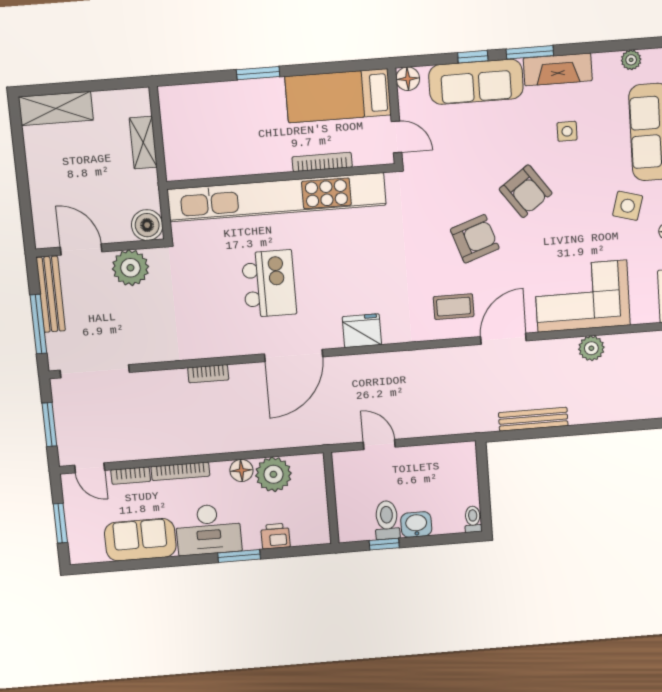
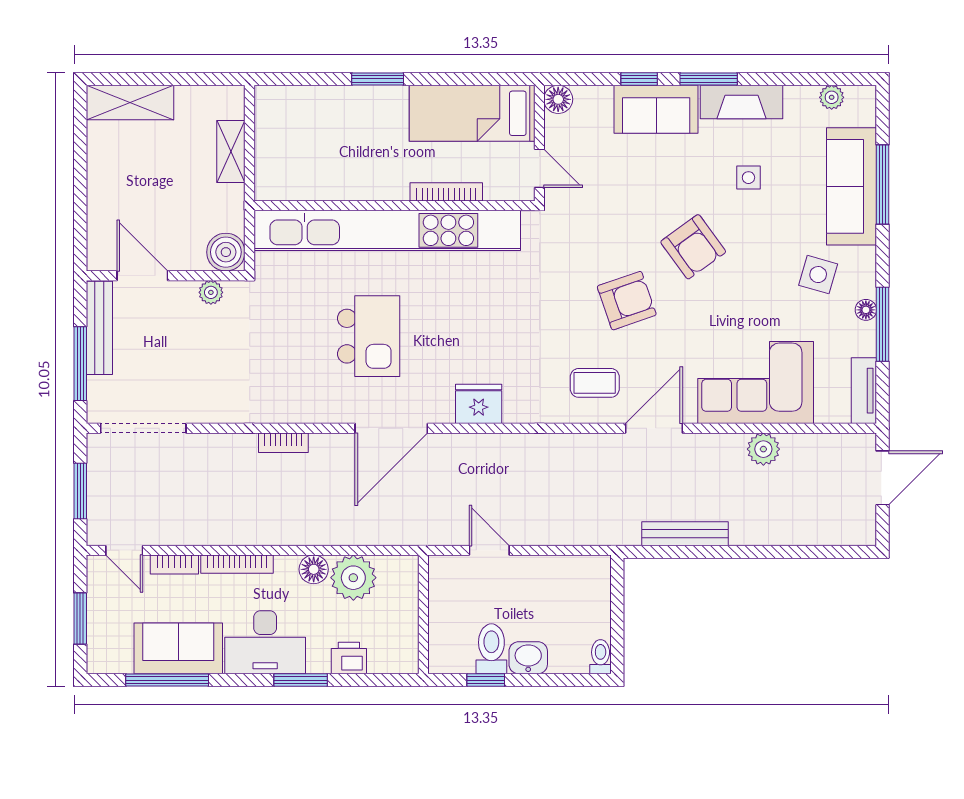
sofa: (476, 82) -> (656, 109), width x0.73
plant: (130, 268) -> (211, 292), width x0.53, depth x0.53
window: (134, 564) -> (167, 680), added

